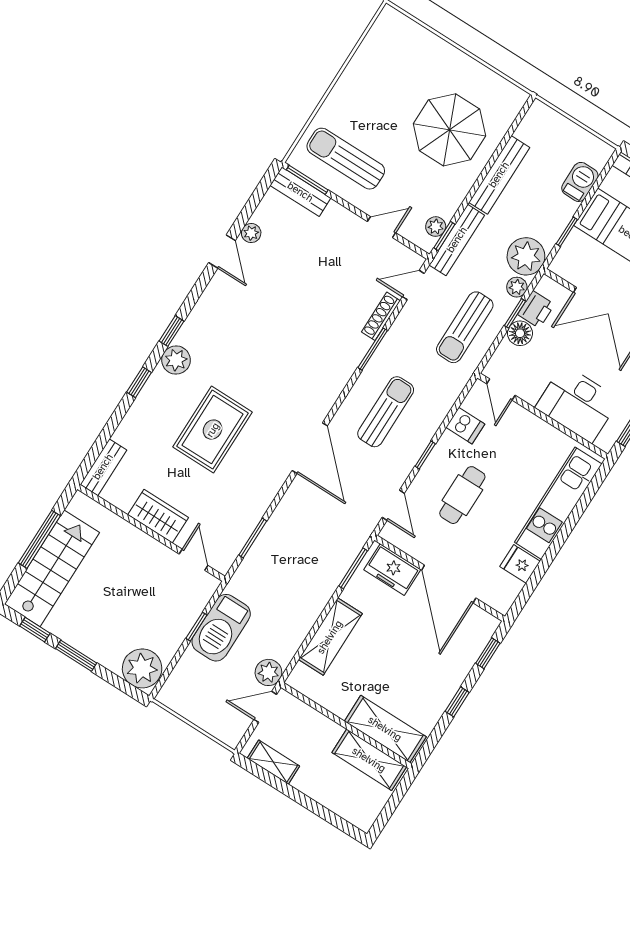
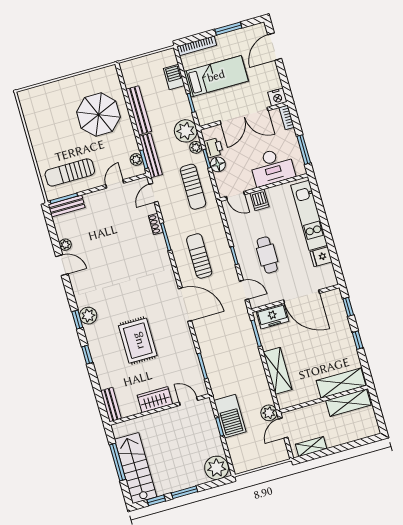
shoe rack: (381, 316) -> (156, 224), width x0.70
plant: (176, 360) -> (88, 316), moved
dishwasher: (465, 426) -> (260, 200), moved, turned 90

